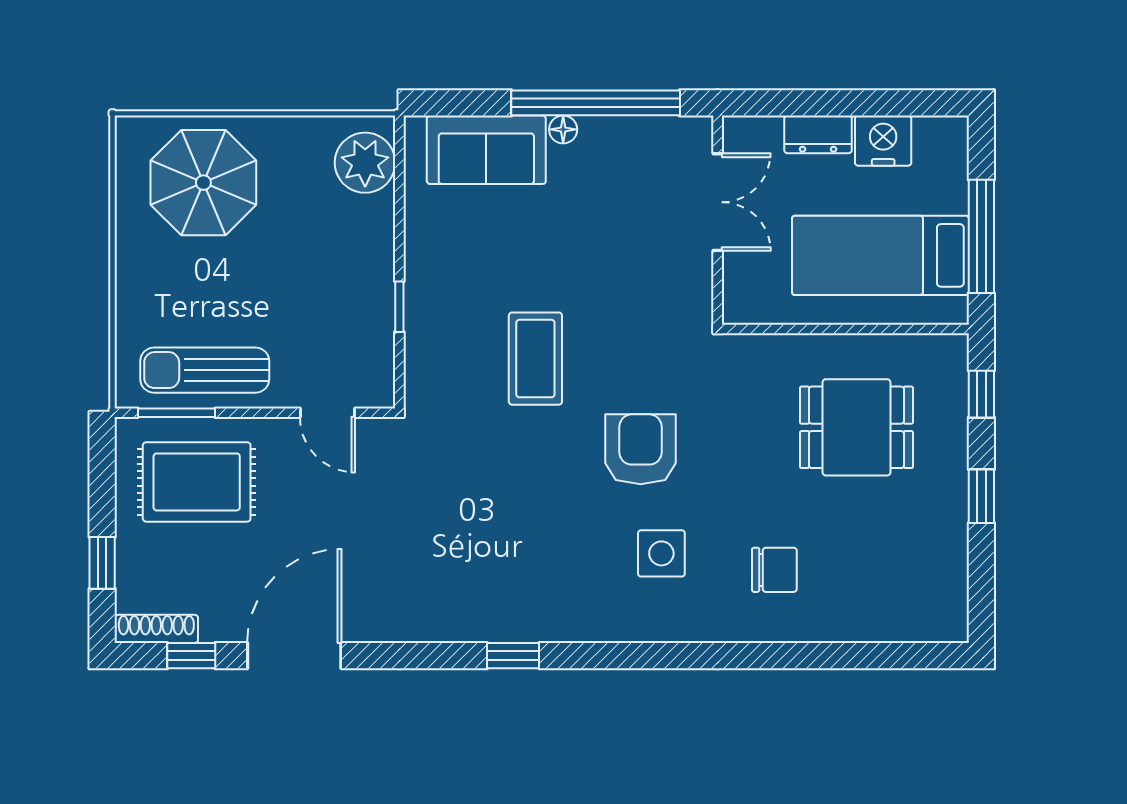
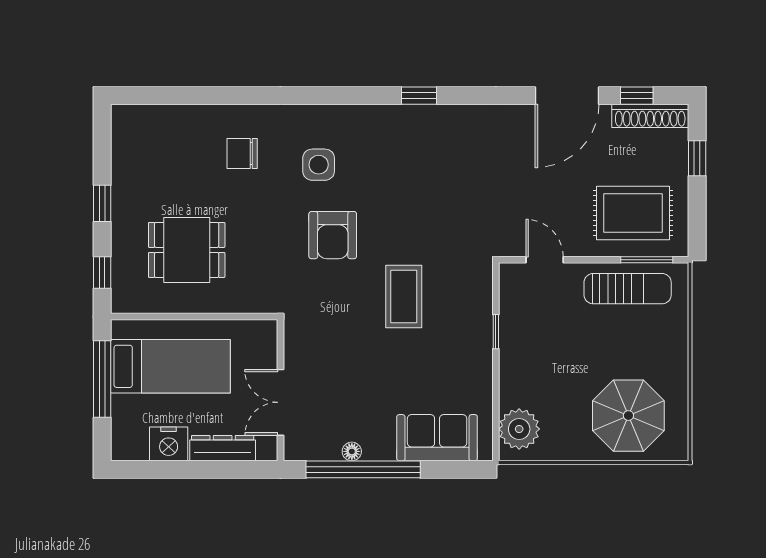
floor lamp: (563, 129) -> (352, 451), moved
dresser: (818, 134) -> (223, 448), width x1.44
shoe rack: (156, 629) -> (650, 116), width x1.36, depth x1.24

